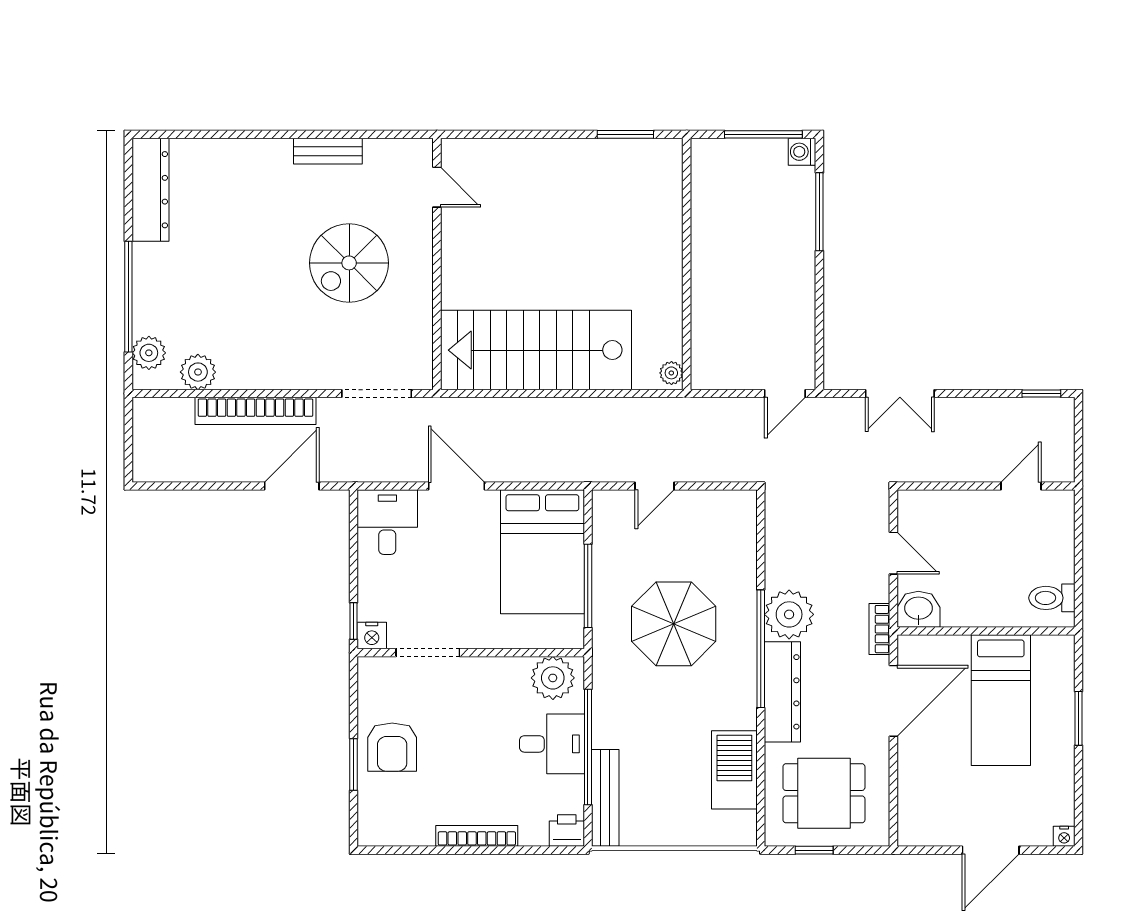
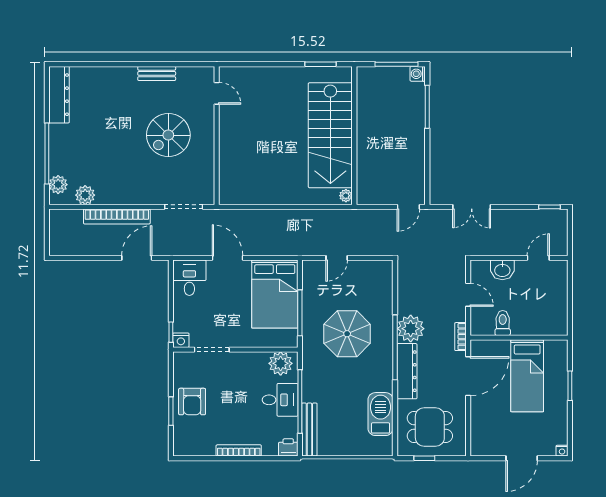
stairs: (536, 350) -> (330, 135), moved, turned -90
toilet: (1052, 598) -> (503, 323), moved, turned 90
washbasin: (918, 609) -> (502, 270), moved, turned 180

